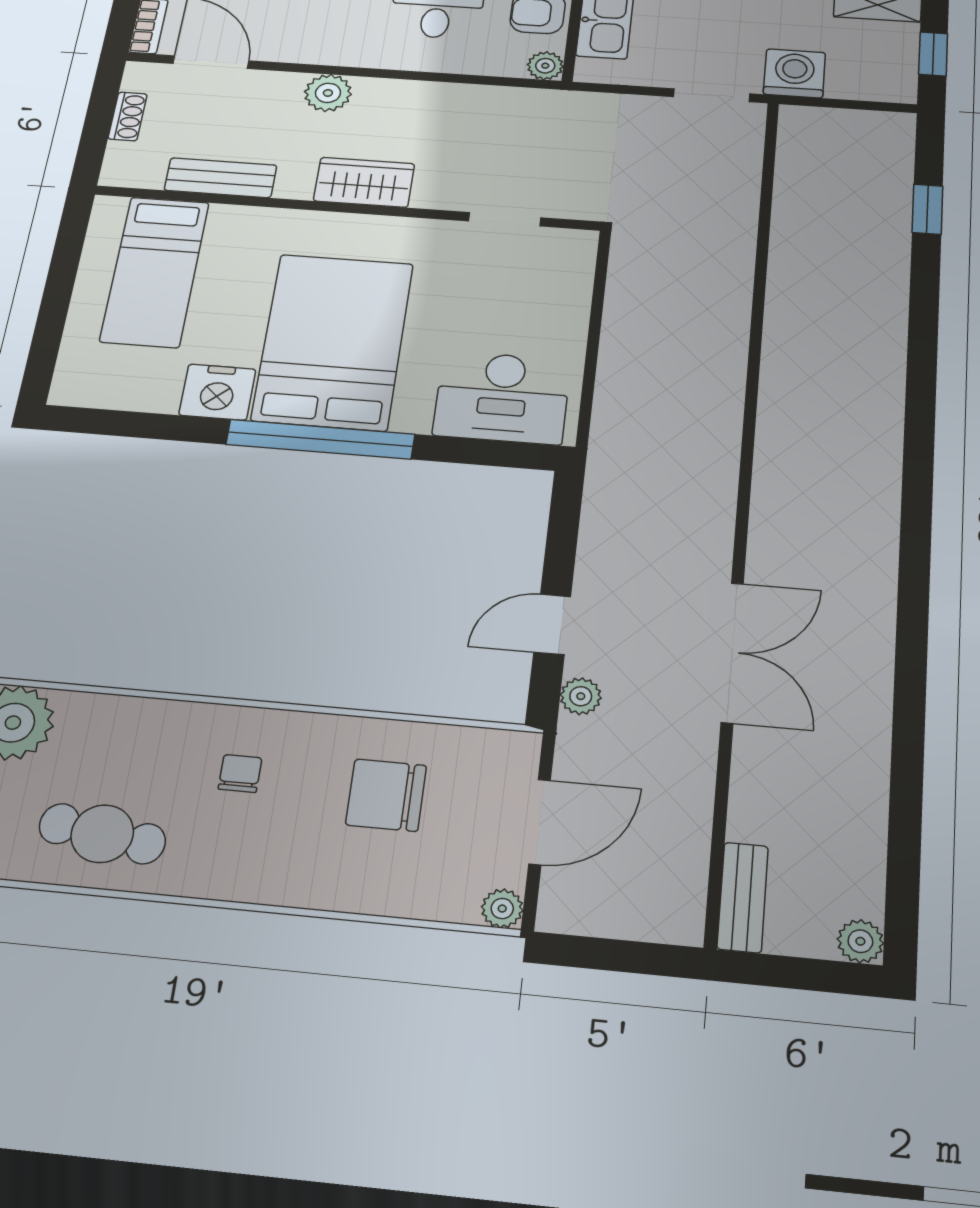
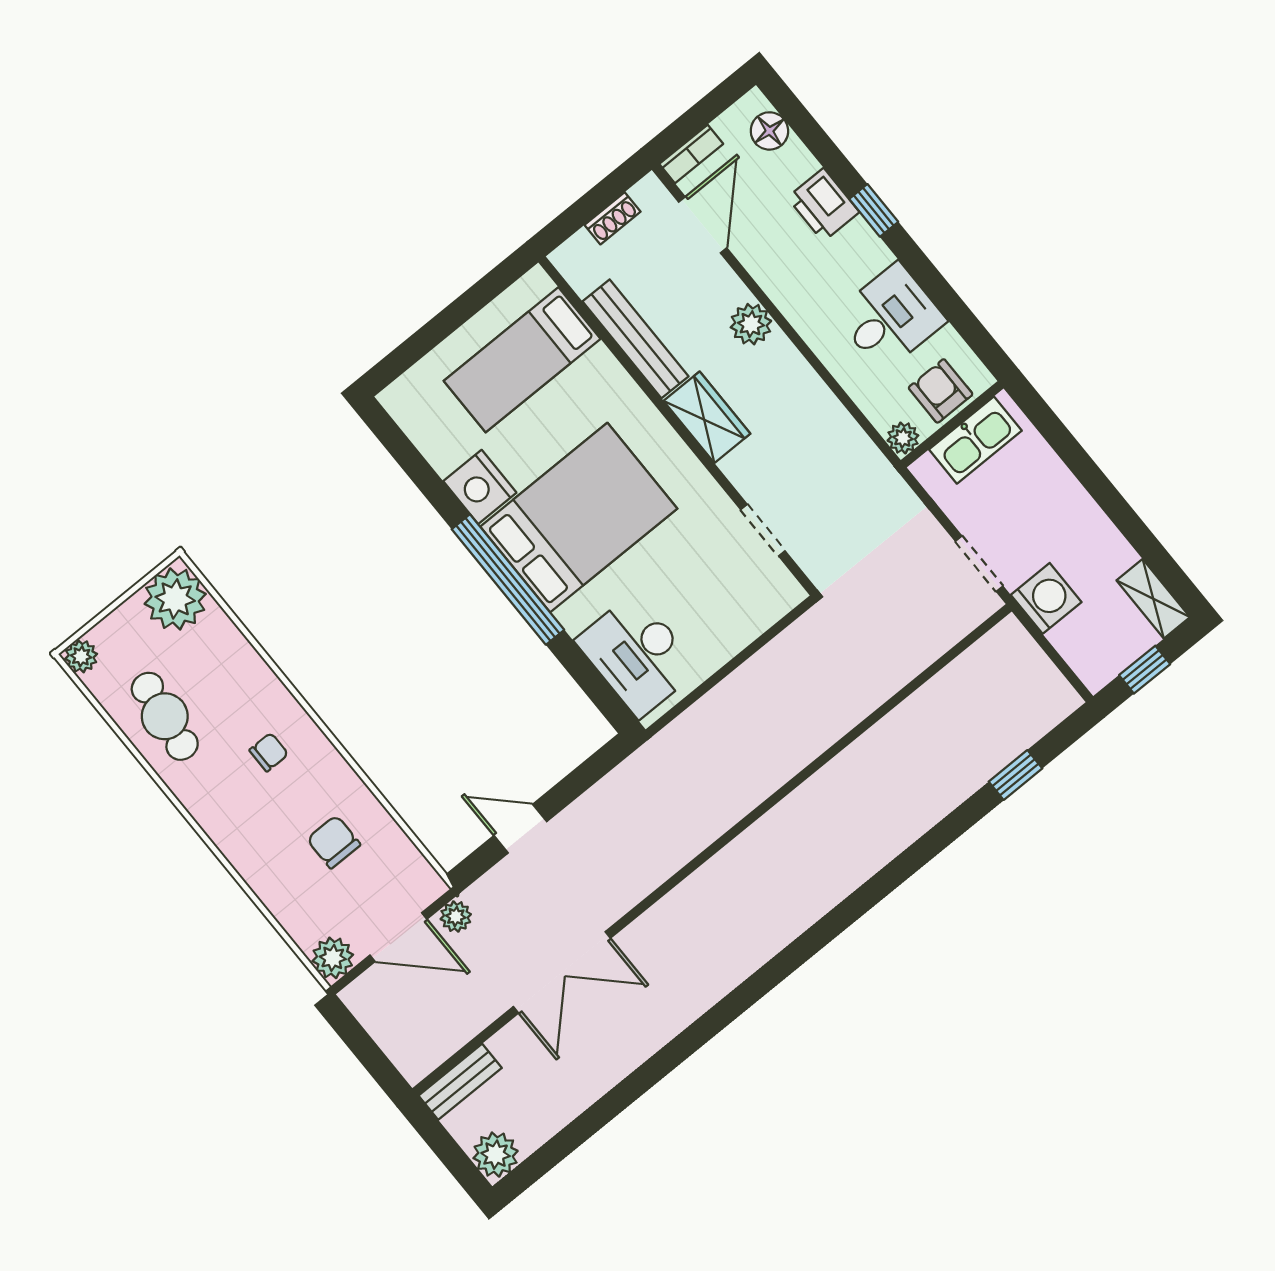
bench: (220, 178) -> (636, 339), width x1.36
double door: (732, 652) -> (562, 972), moved
plant: (581, 696) -> (456, 917), moved
chair: (386, 795) -> (334, 842), width x0.73, depth x0.73
plant: (502, 909) -> (333, 958), width x1.38, depth x1.38
plant: (860, 941) -> (496, 1155), width x1.38, depth x1.38

